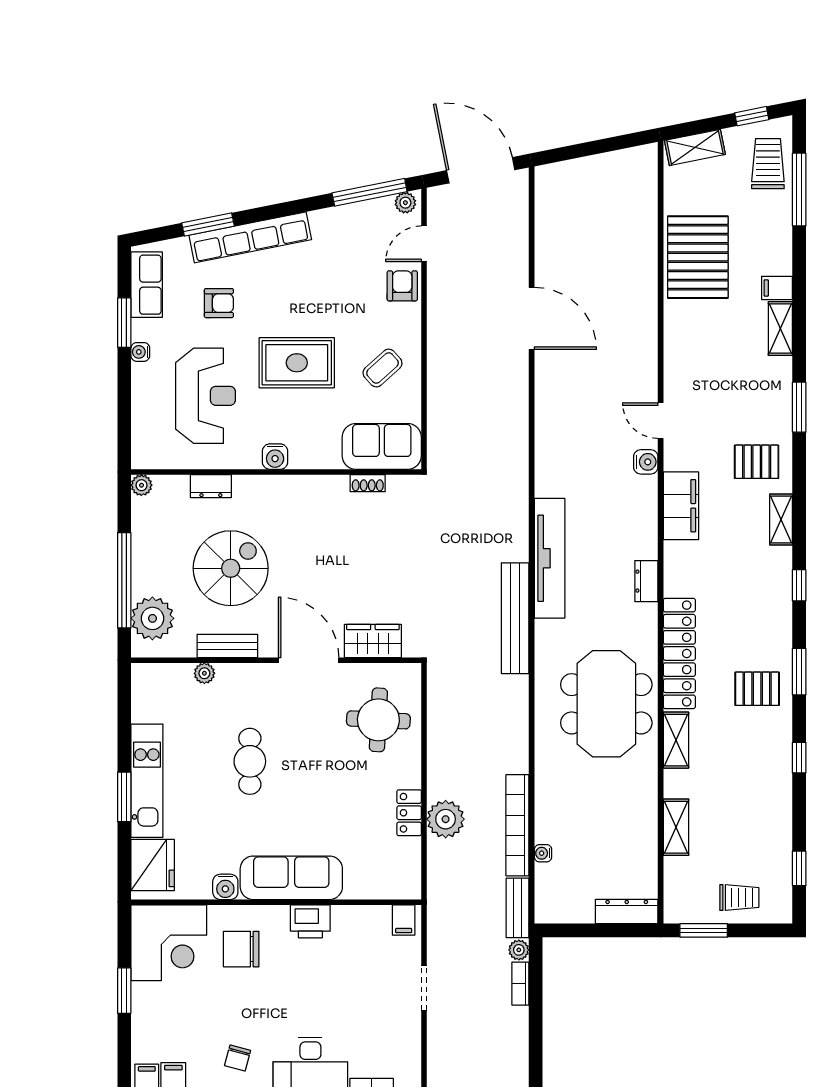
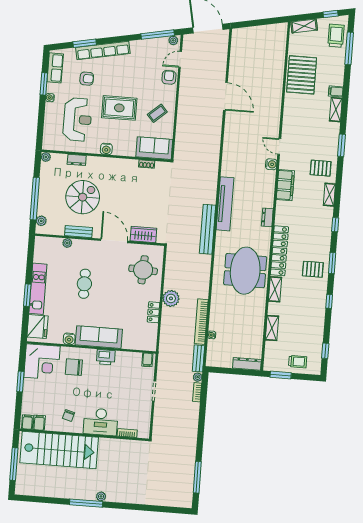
plant: (152, 618) -> (41, 221), width x0.53, depth x0.53
plant: (446, 819) -> (171, 298), moved

